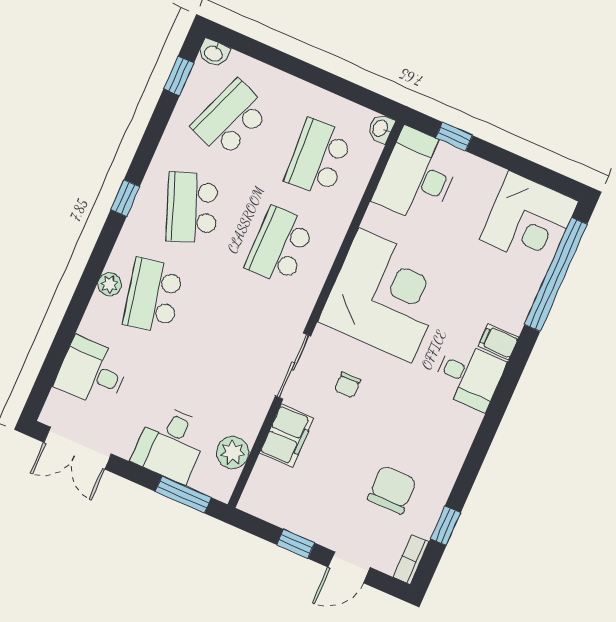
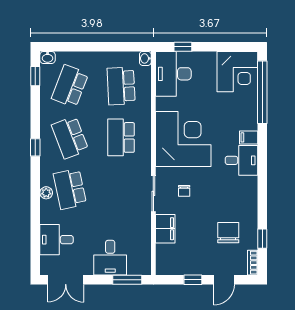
plant: (233, 453) -> (142, 249), removed

